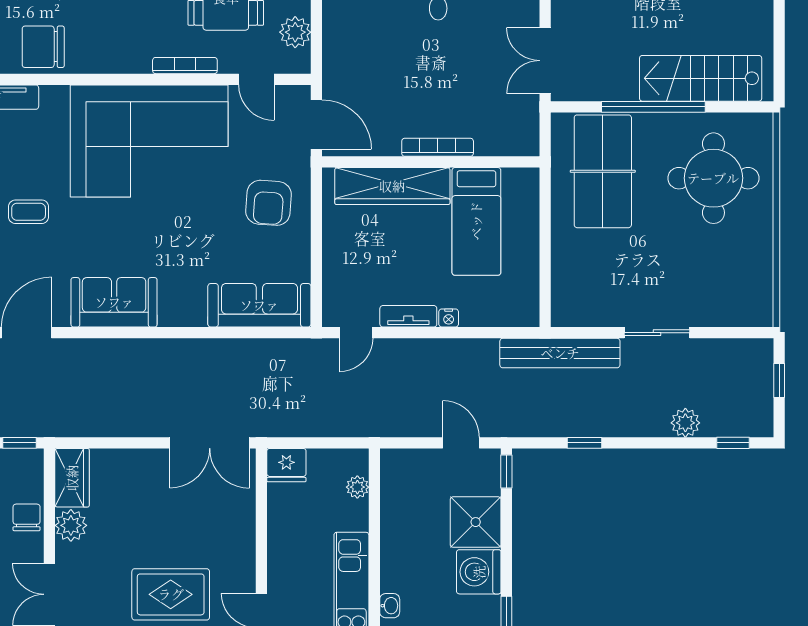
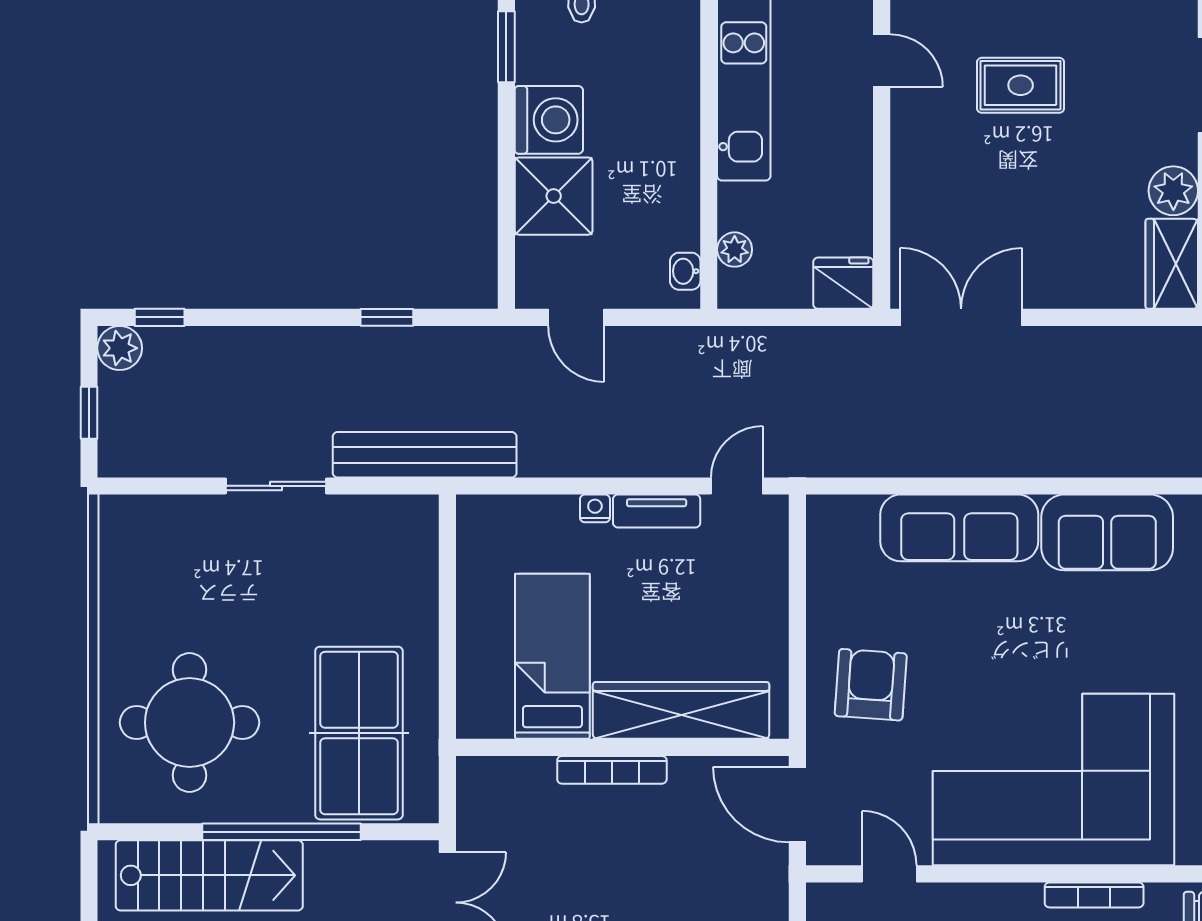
bookcase: (185, 66) -> (1094, 895), moved
sofa: (259, 305) -> (959, 528), moved
plant: (685, 423) -> (120, 348), moved
window: (506, 471) -> (506, 273), removed
rug: (171, 594) -> (1021, 85), width x0.73, depth x0.70
washbasin: (390, 606) -> (685, 271), moved

